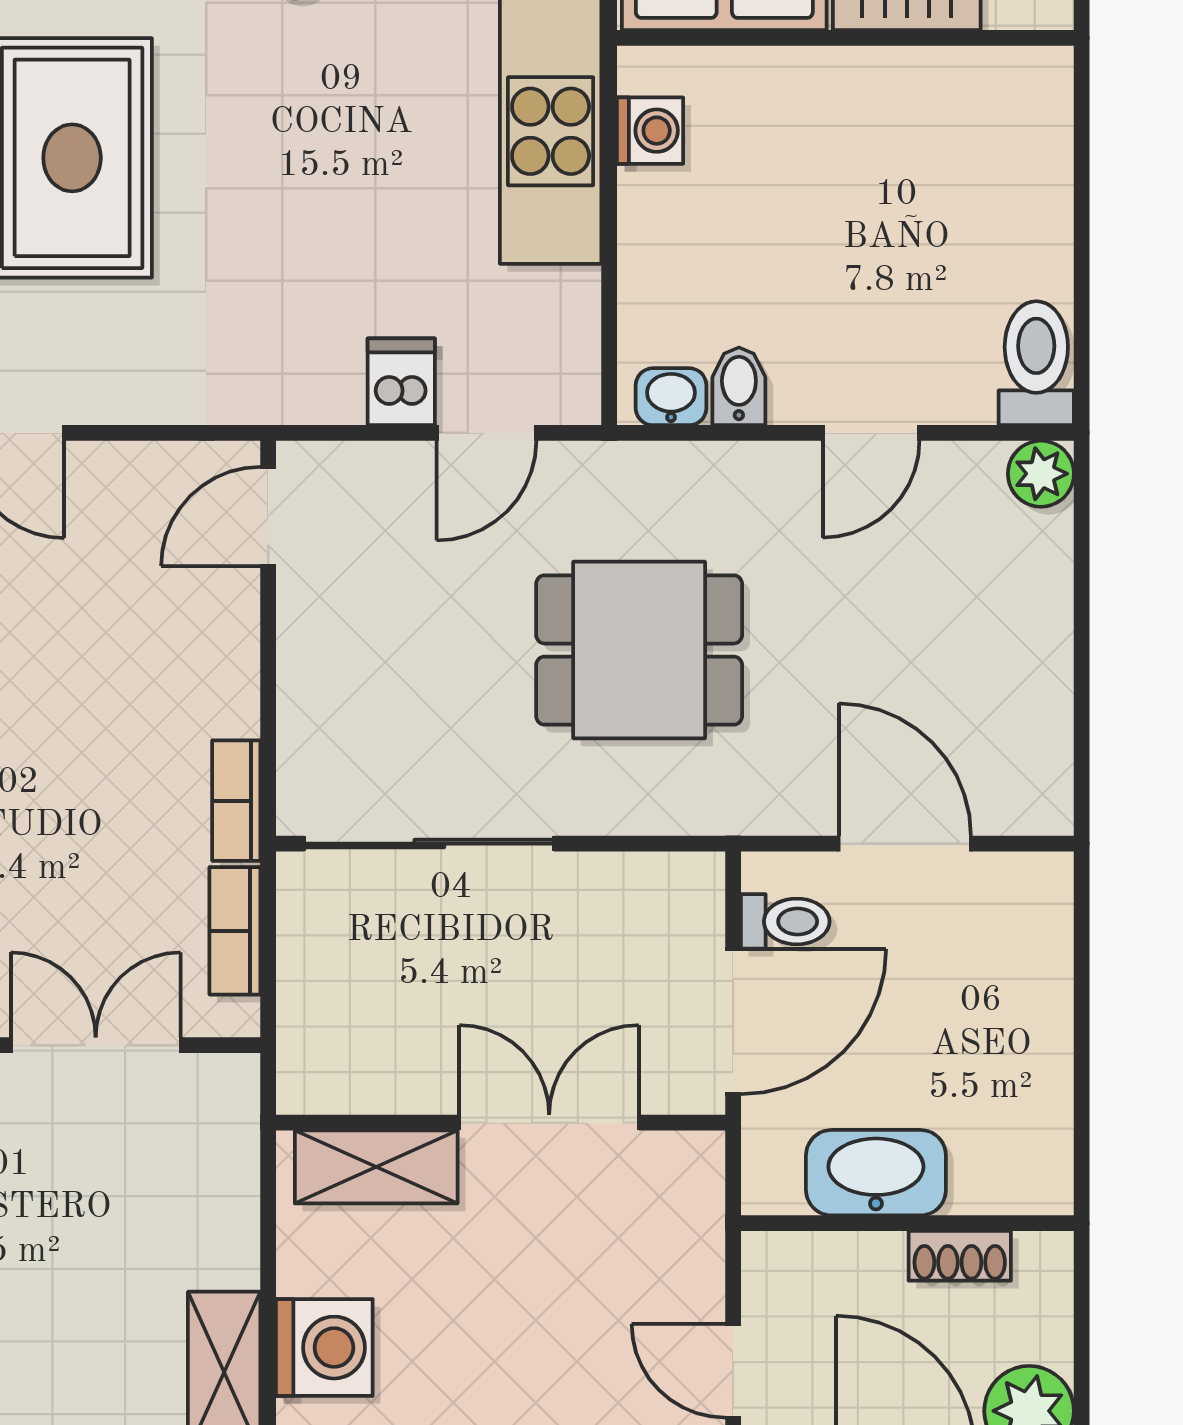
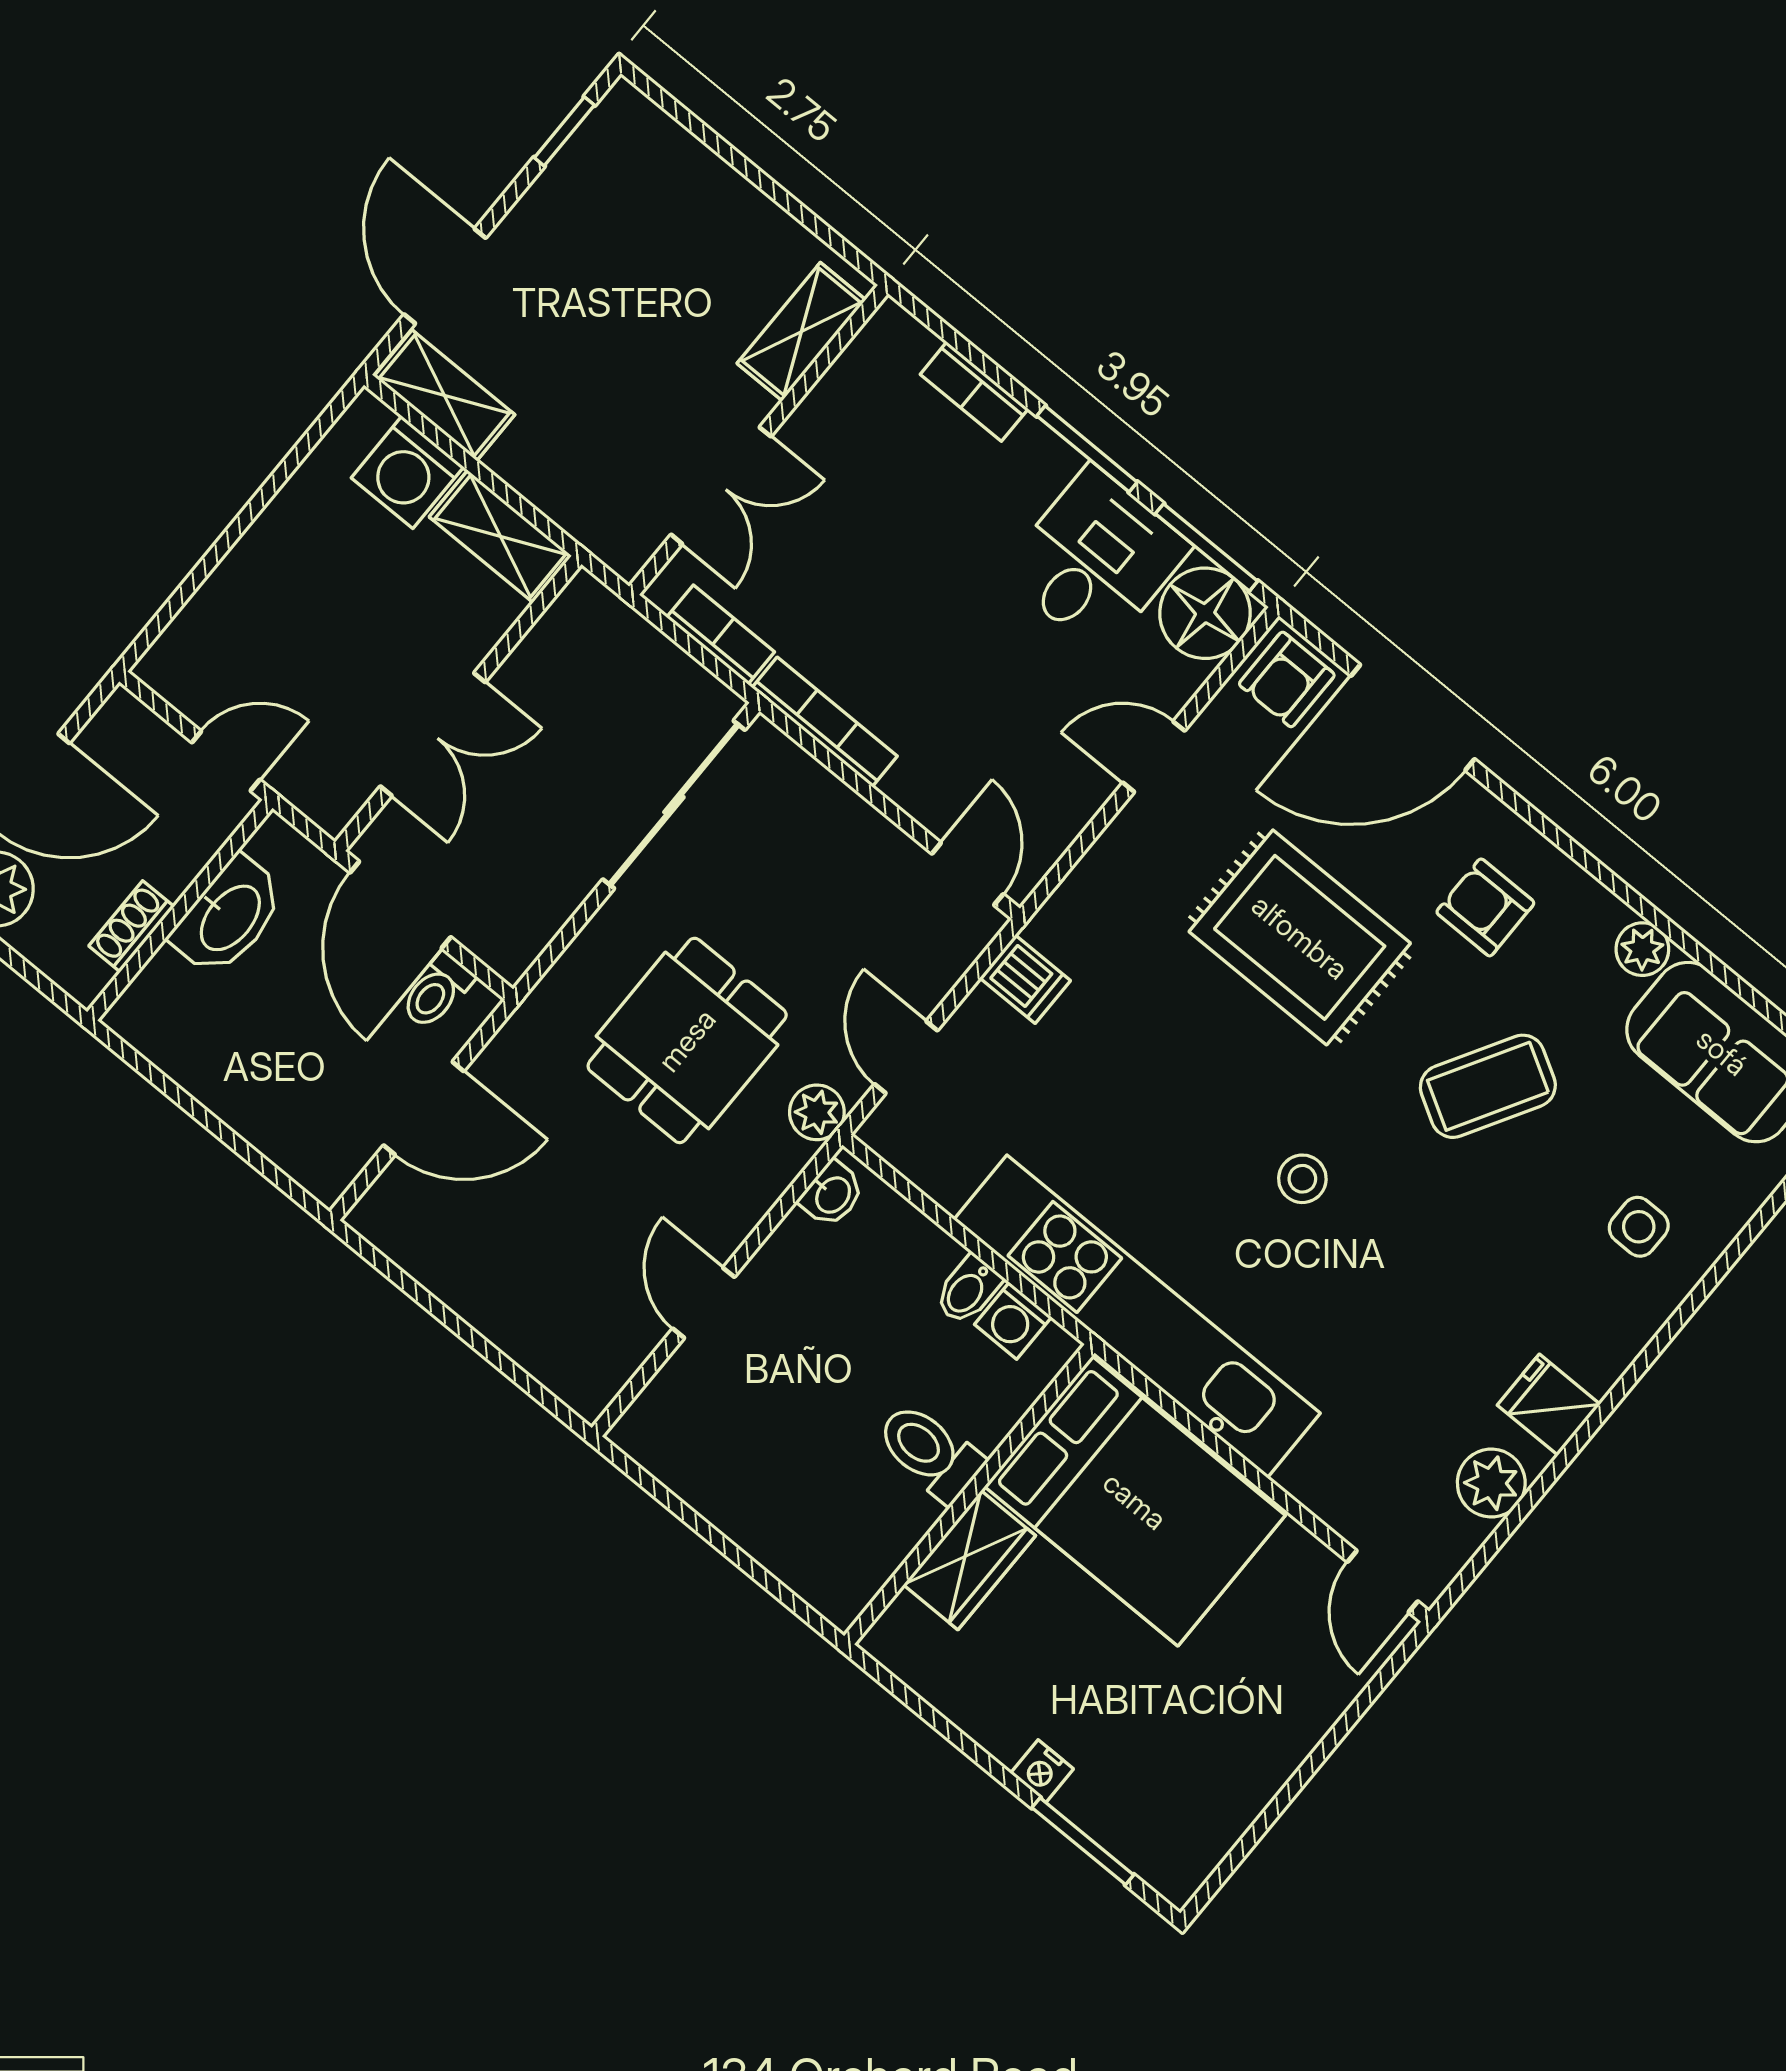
toilet: (1036, 363) -> (930, 1452), moved, turned 180
dishwasher: (401, 382) -> (1025, 979), moved
bidet: (739, 386) -> (968, 1290), moved, turned 90
plant: (1041, 474) -> (817, 1112), moved
bookcase: (236, 801) -> (825, 722), width x1.56
shelving: (376, 1167) -> (500, 536), moved, turned 90
door: (733, 1371) -> (226, 761), moved

